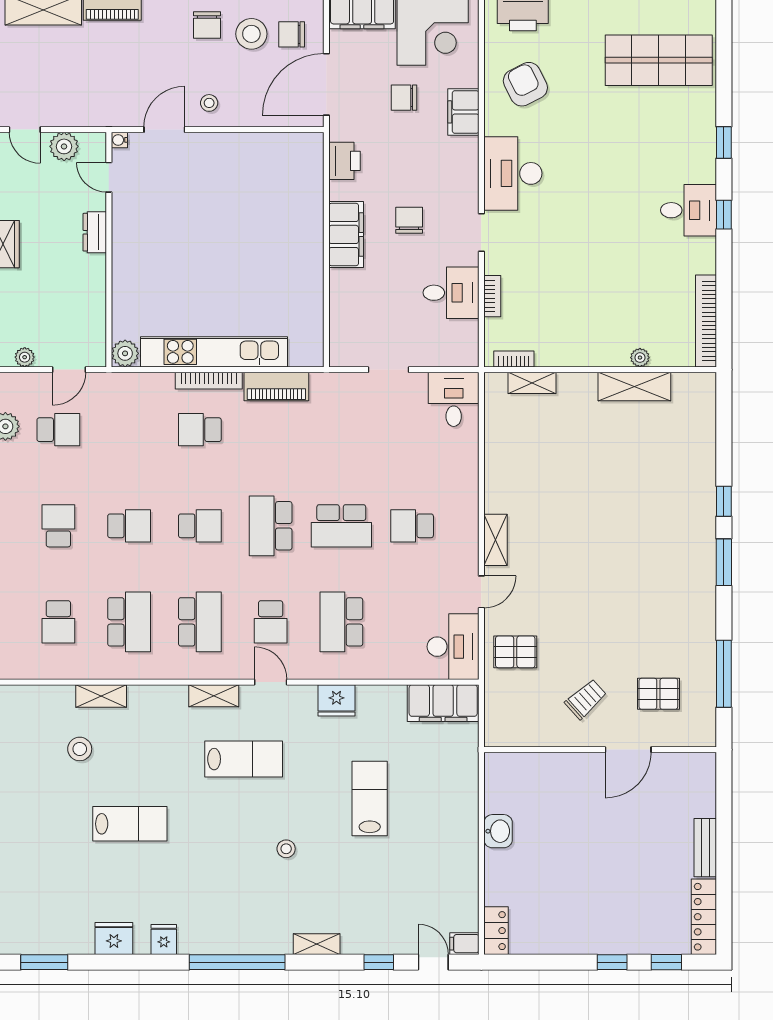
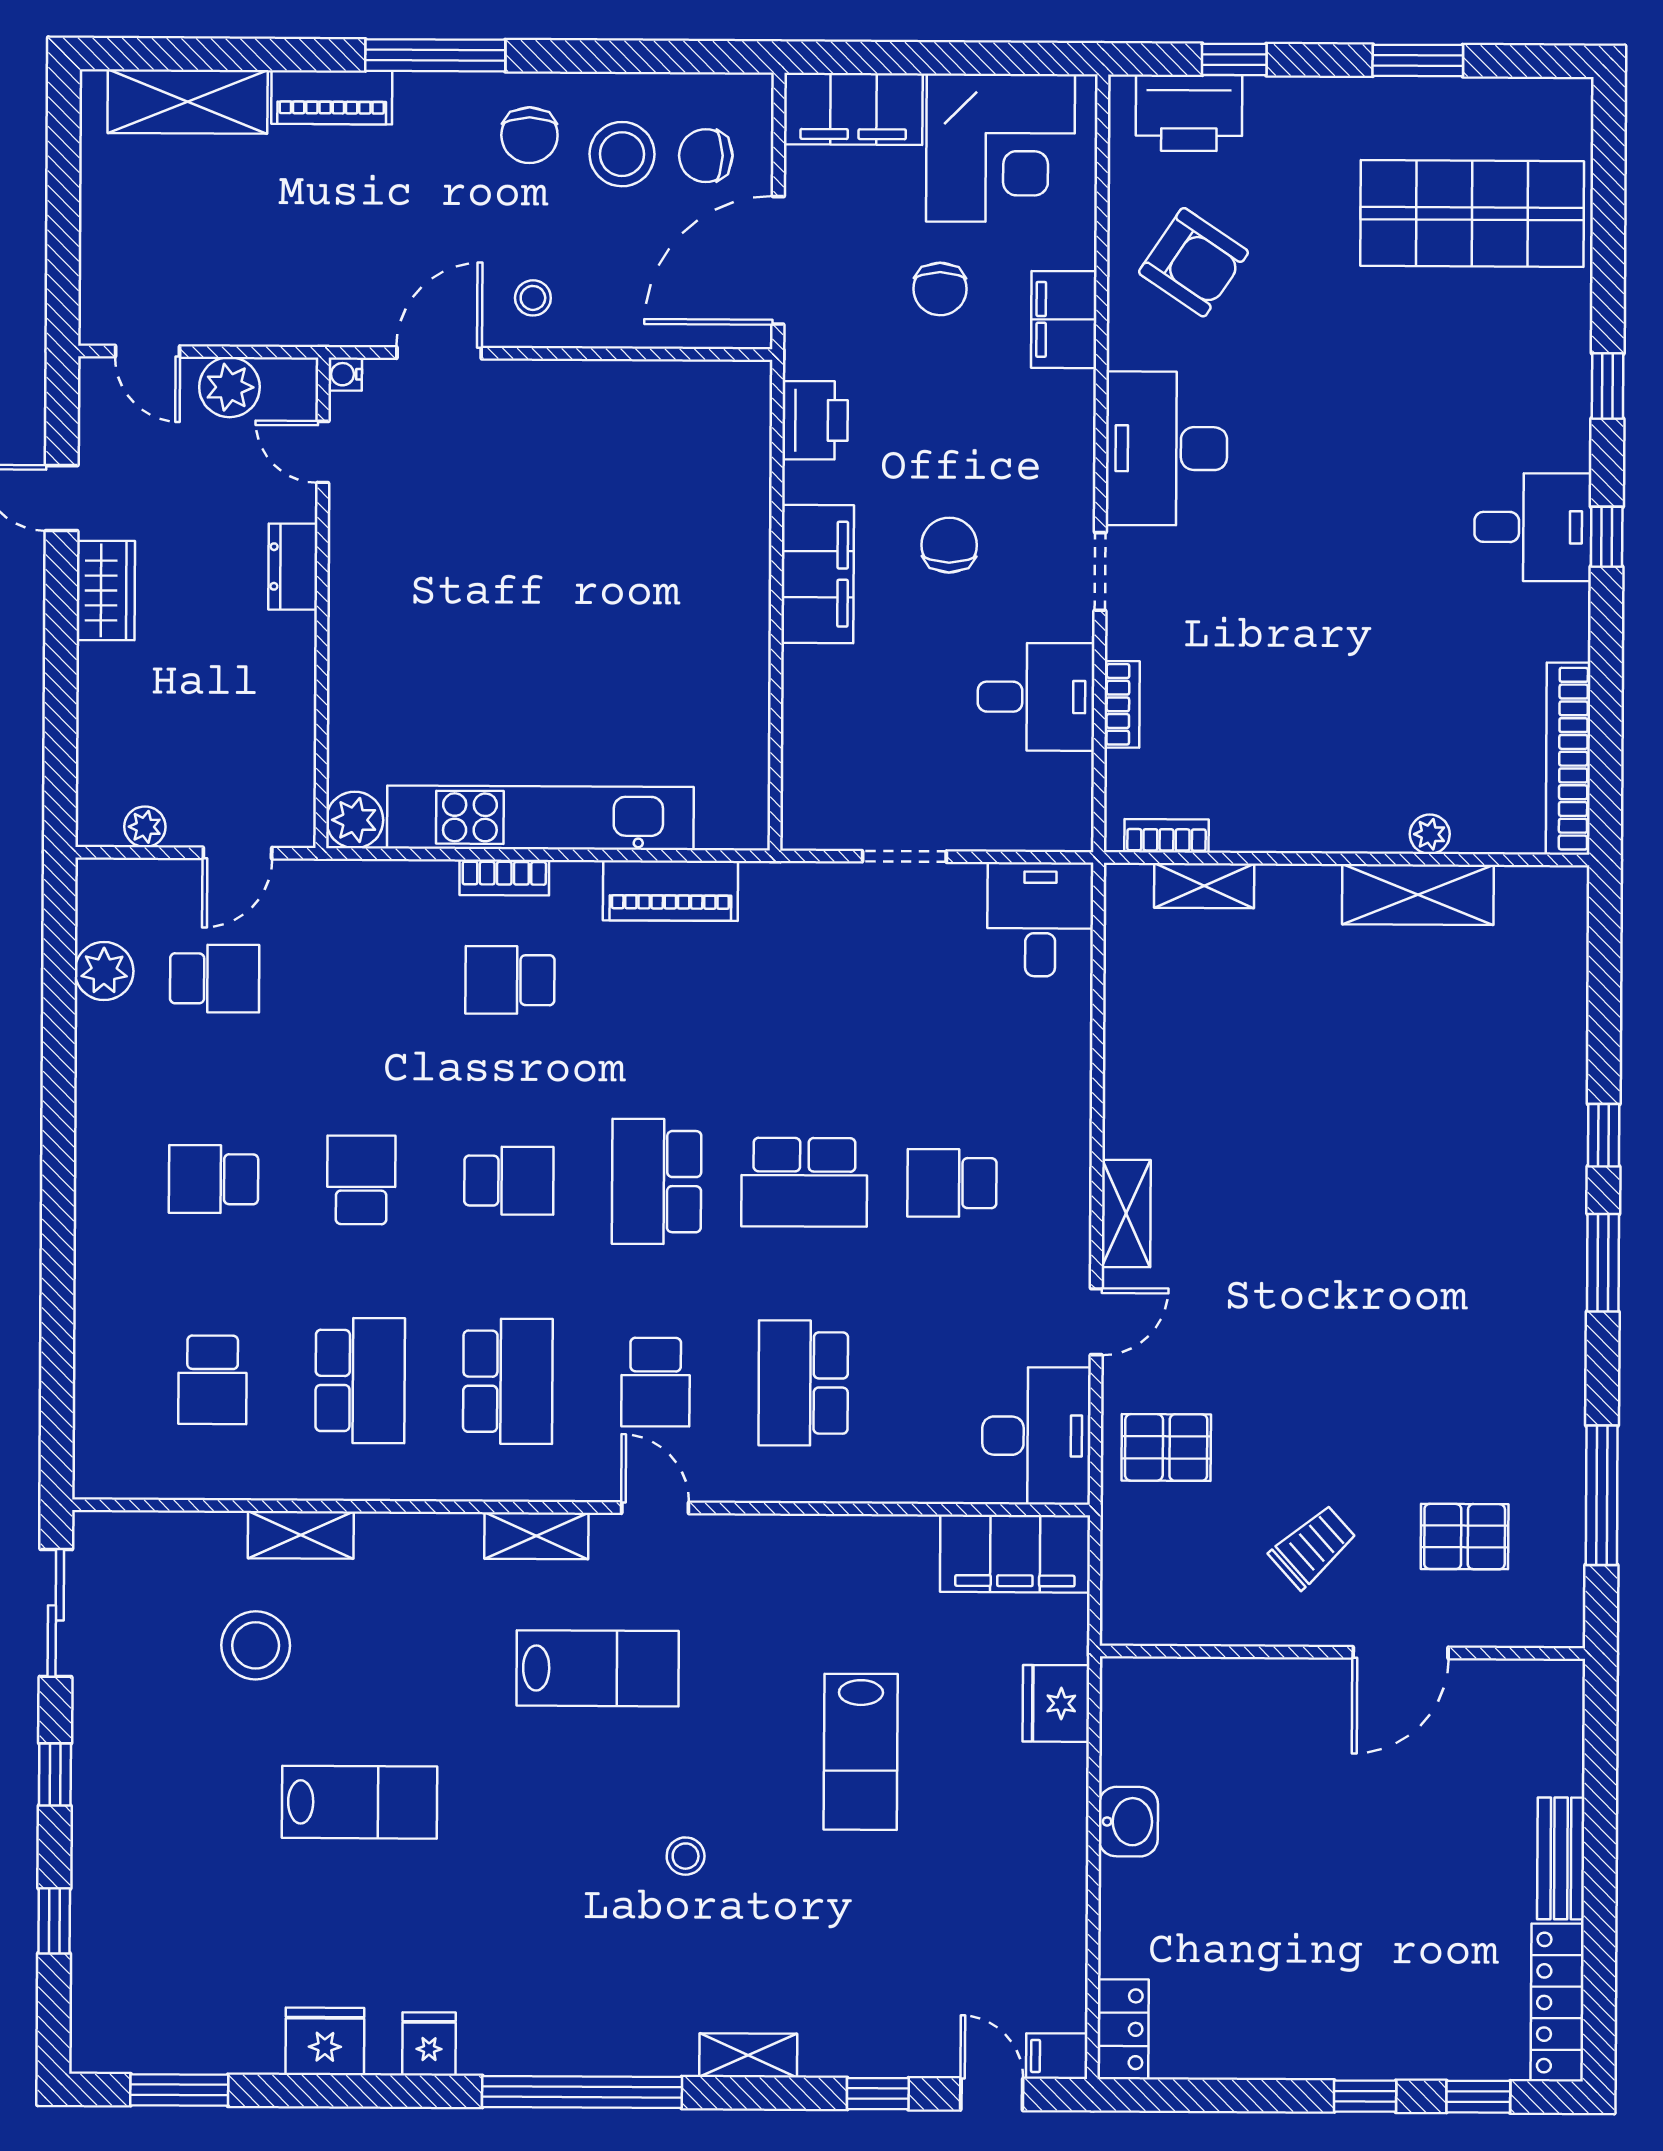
armchair: (525, 84) -> (1193, 262), turned 151
chair: (404, 98) -> (940, 289), turned -90
bookcase: (209, 381) -> (504, 877), width x0.64
school desk: (58, 526) -> (214, 1179), turned -90
school desk: (129, 526) -> (361, 1180), turned -90
fridge: (336, 700) -> (1056, 1703), moved, turned 90
stool: (80, 749) -> (256, 1645), width x1.38, depth x1.38
lab bench: (370, 798) -> (861, 1752), turned 180

